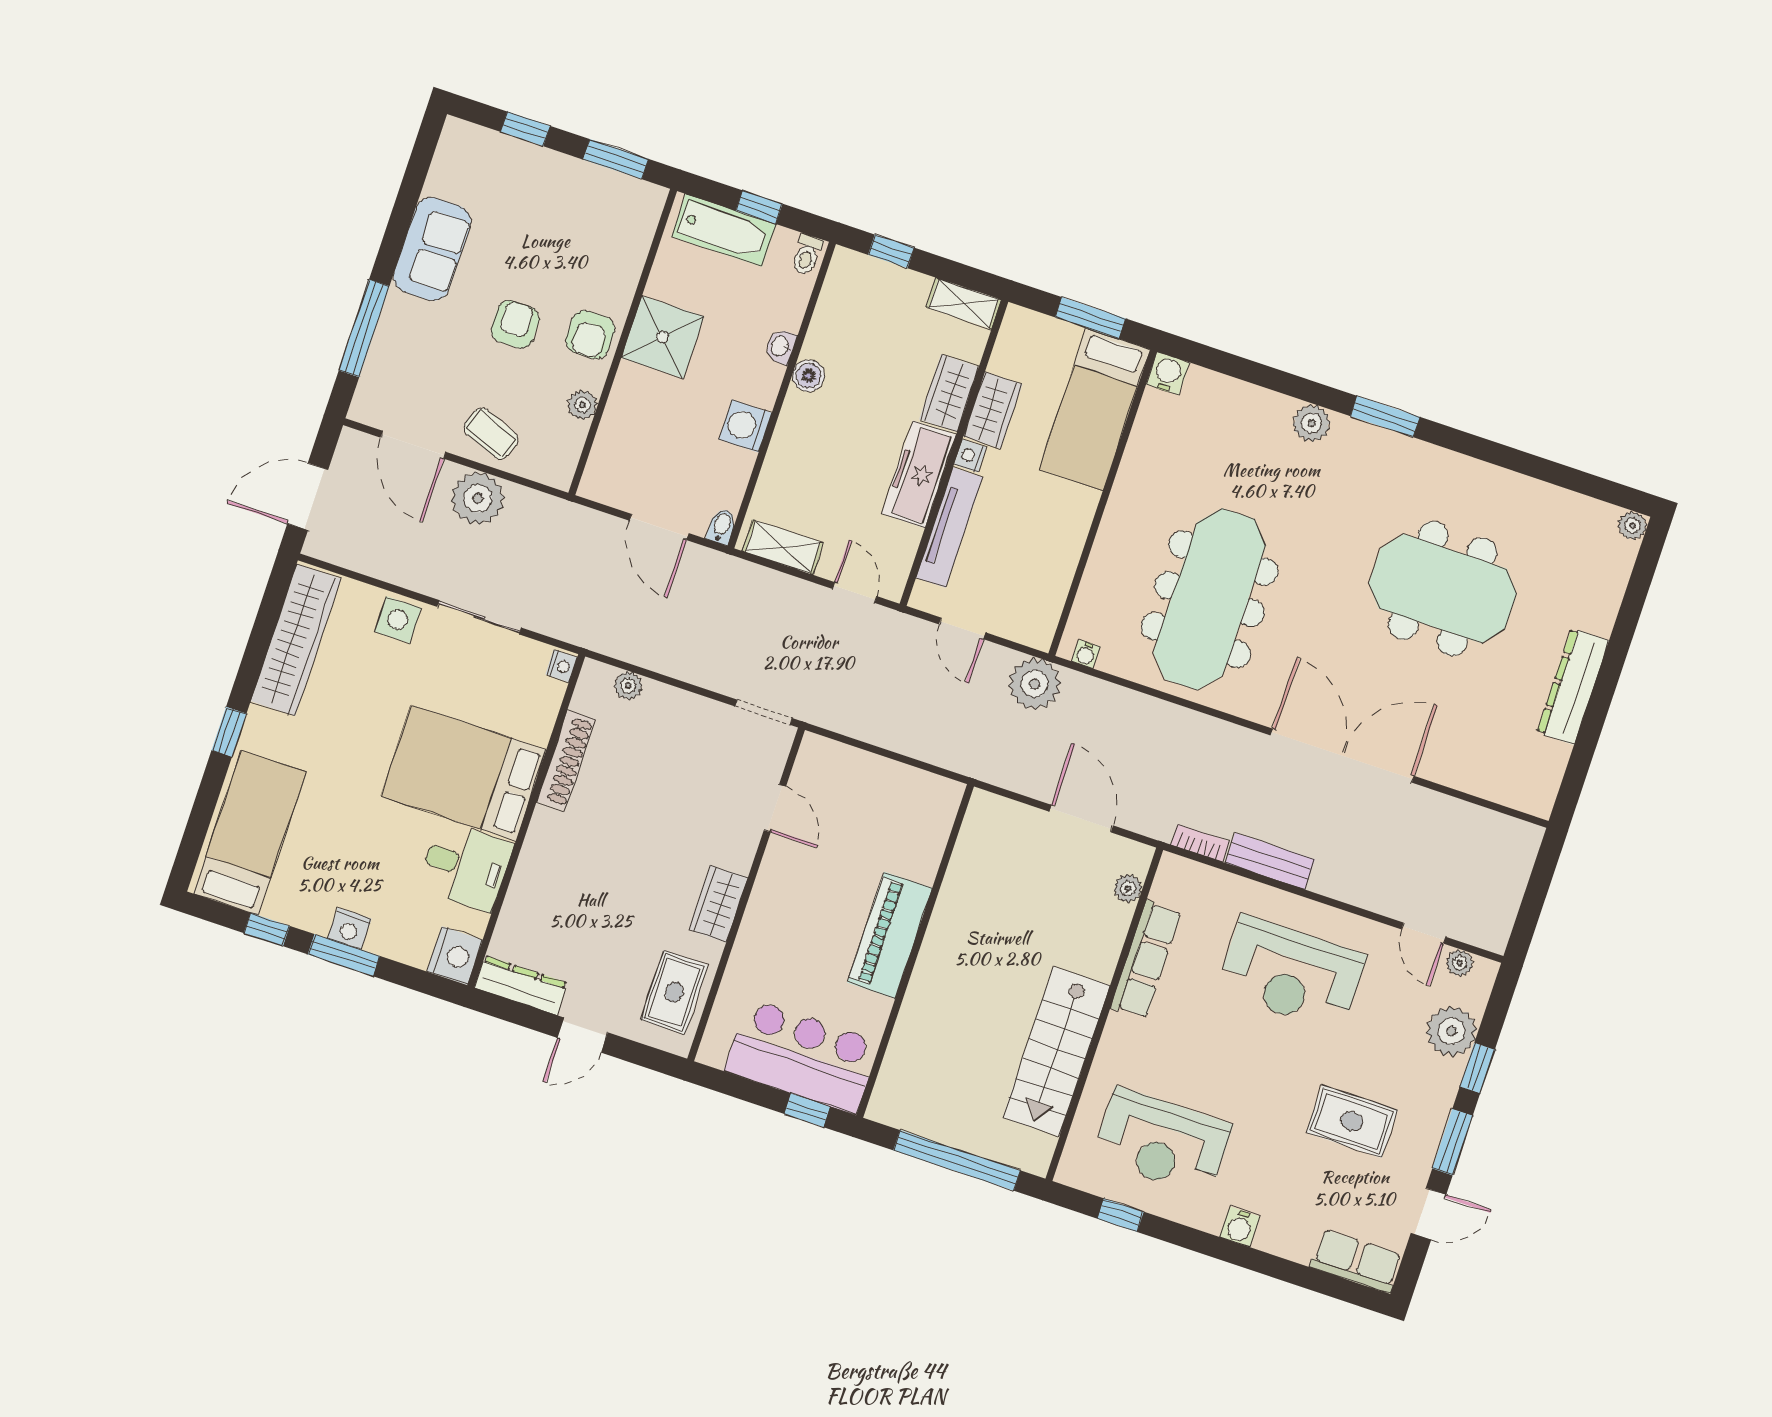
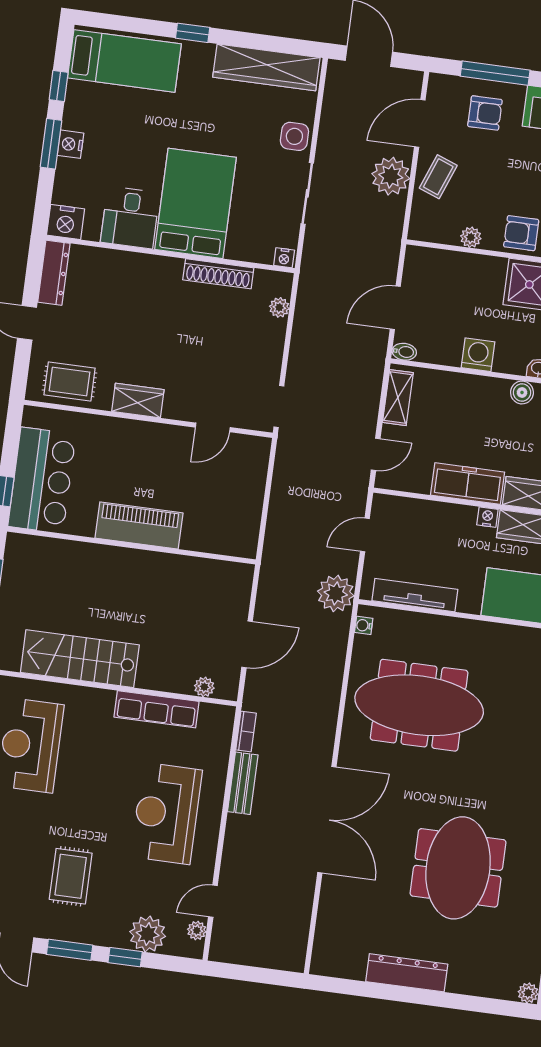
armchair: (515, 324) -> (485, 113), moved
tv unit: (949, 528) -> (415, 595), moved, turned 180

